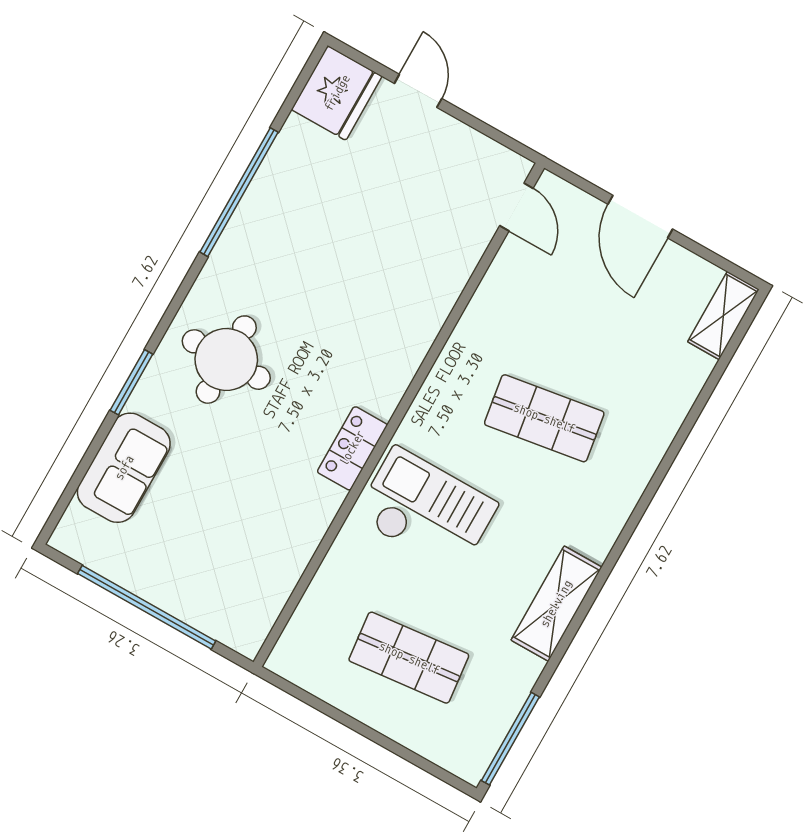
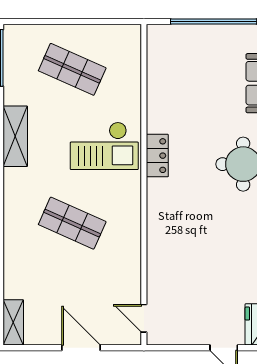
shop shelf: (544, 418) -> (72, 223), turned 33
shop shelf: (409, 658) -> (72, 69), turned 30

